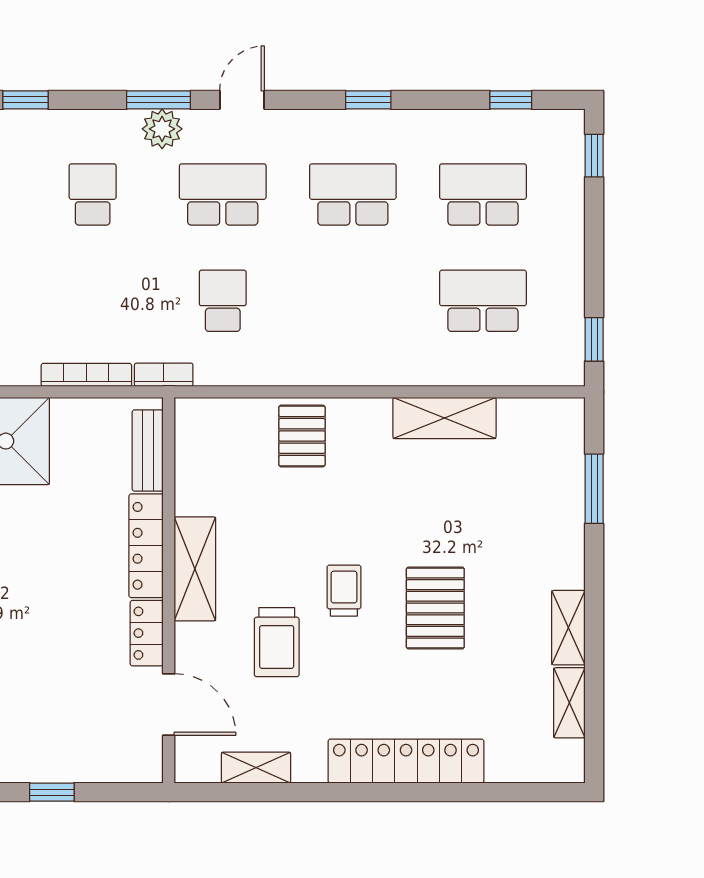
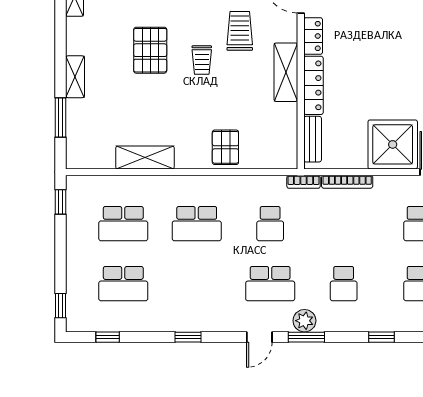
school desk: (353, 194) -> (197, 224), moved
shelving: (568, 628) -> (75, 77), moved

